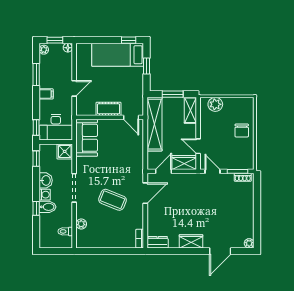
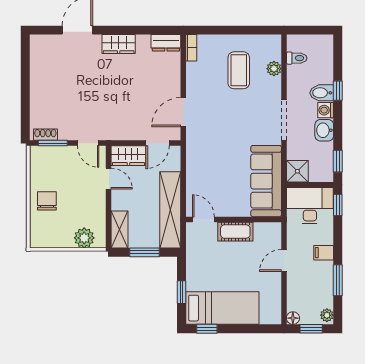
sofa: (87, 138) -> (266, 181), width x1.36
coffee table: (112, 200) -> (239, 70), moved, turned 68
plant: (249, 243) -> (36, 41), removed

